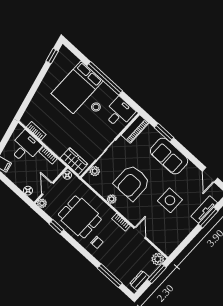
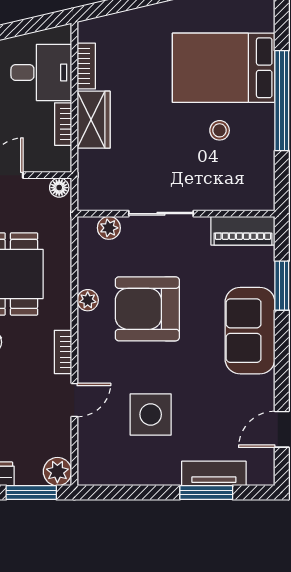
desk: (119, 113) -> (246, 179), removed
wardrobe: (74, 161) -> (94, 120), moved
side table: (170, 200) -> (151, 414), moved

